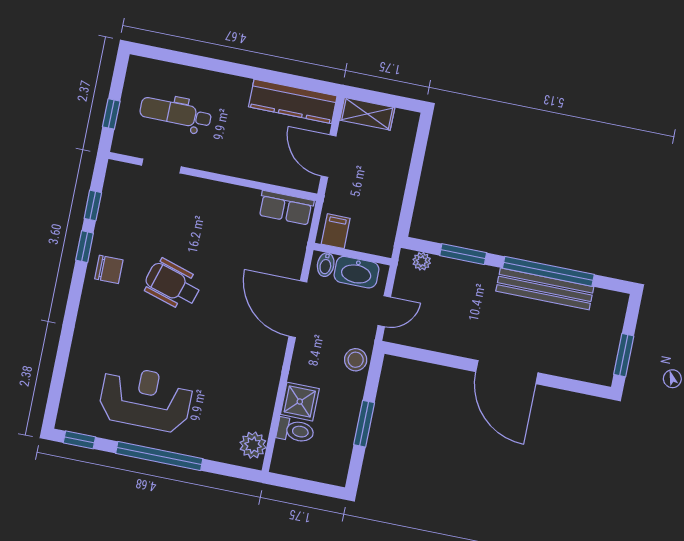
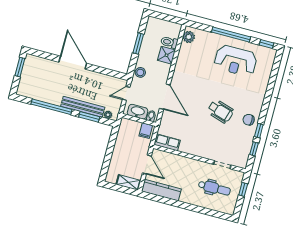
bench: (545, 289) -> (83, 107), moved

